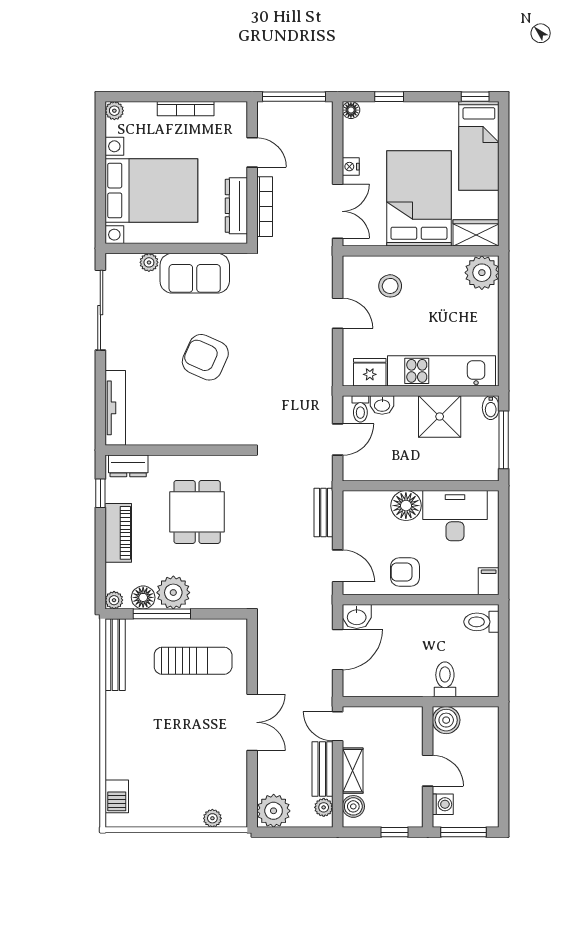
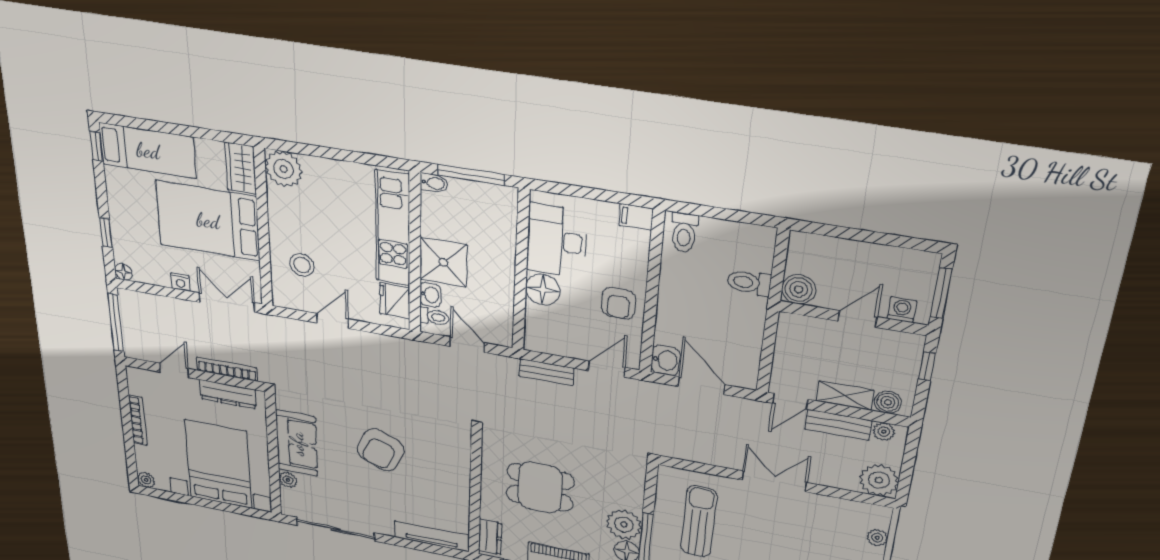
shower: (440, 417) -> (443, 262), moved

